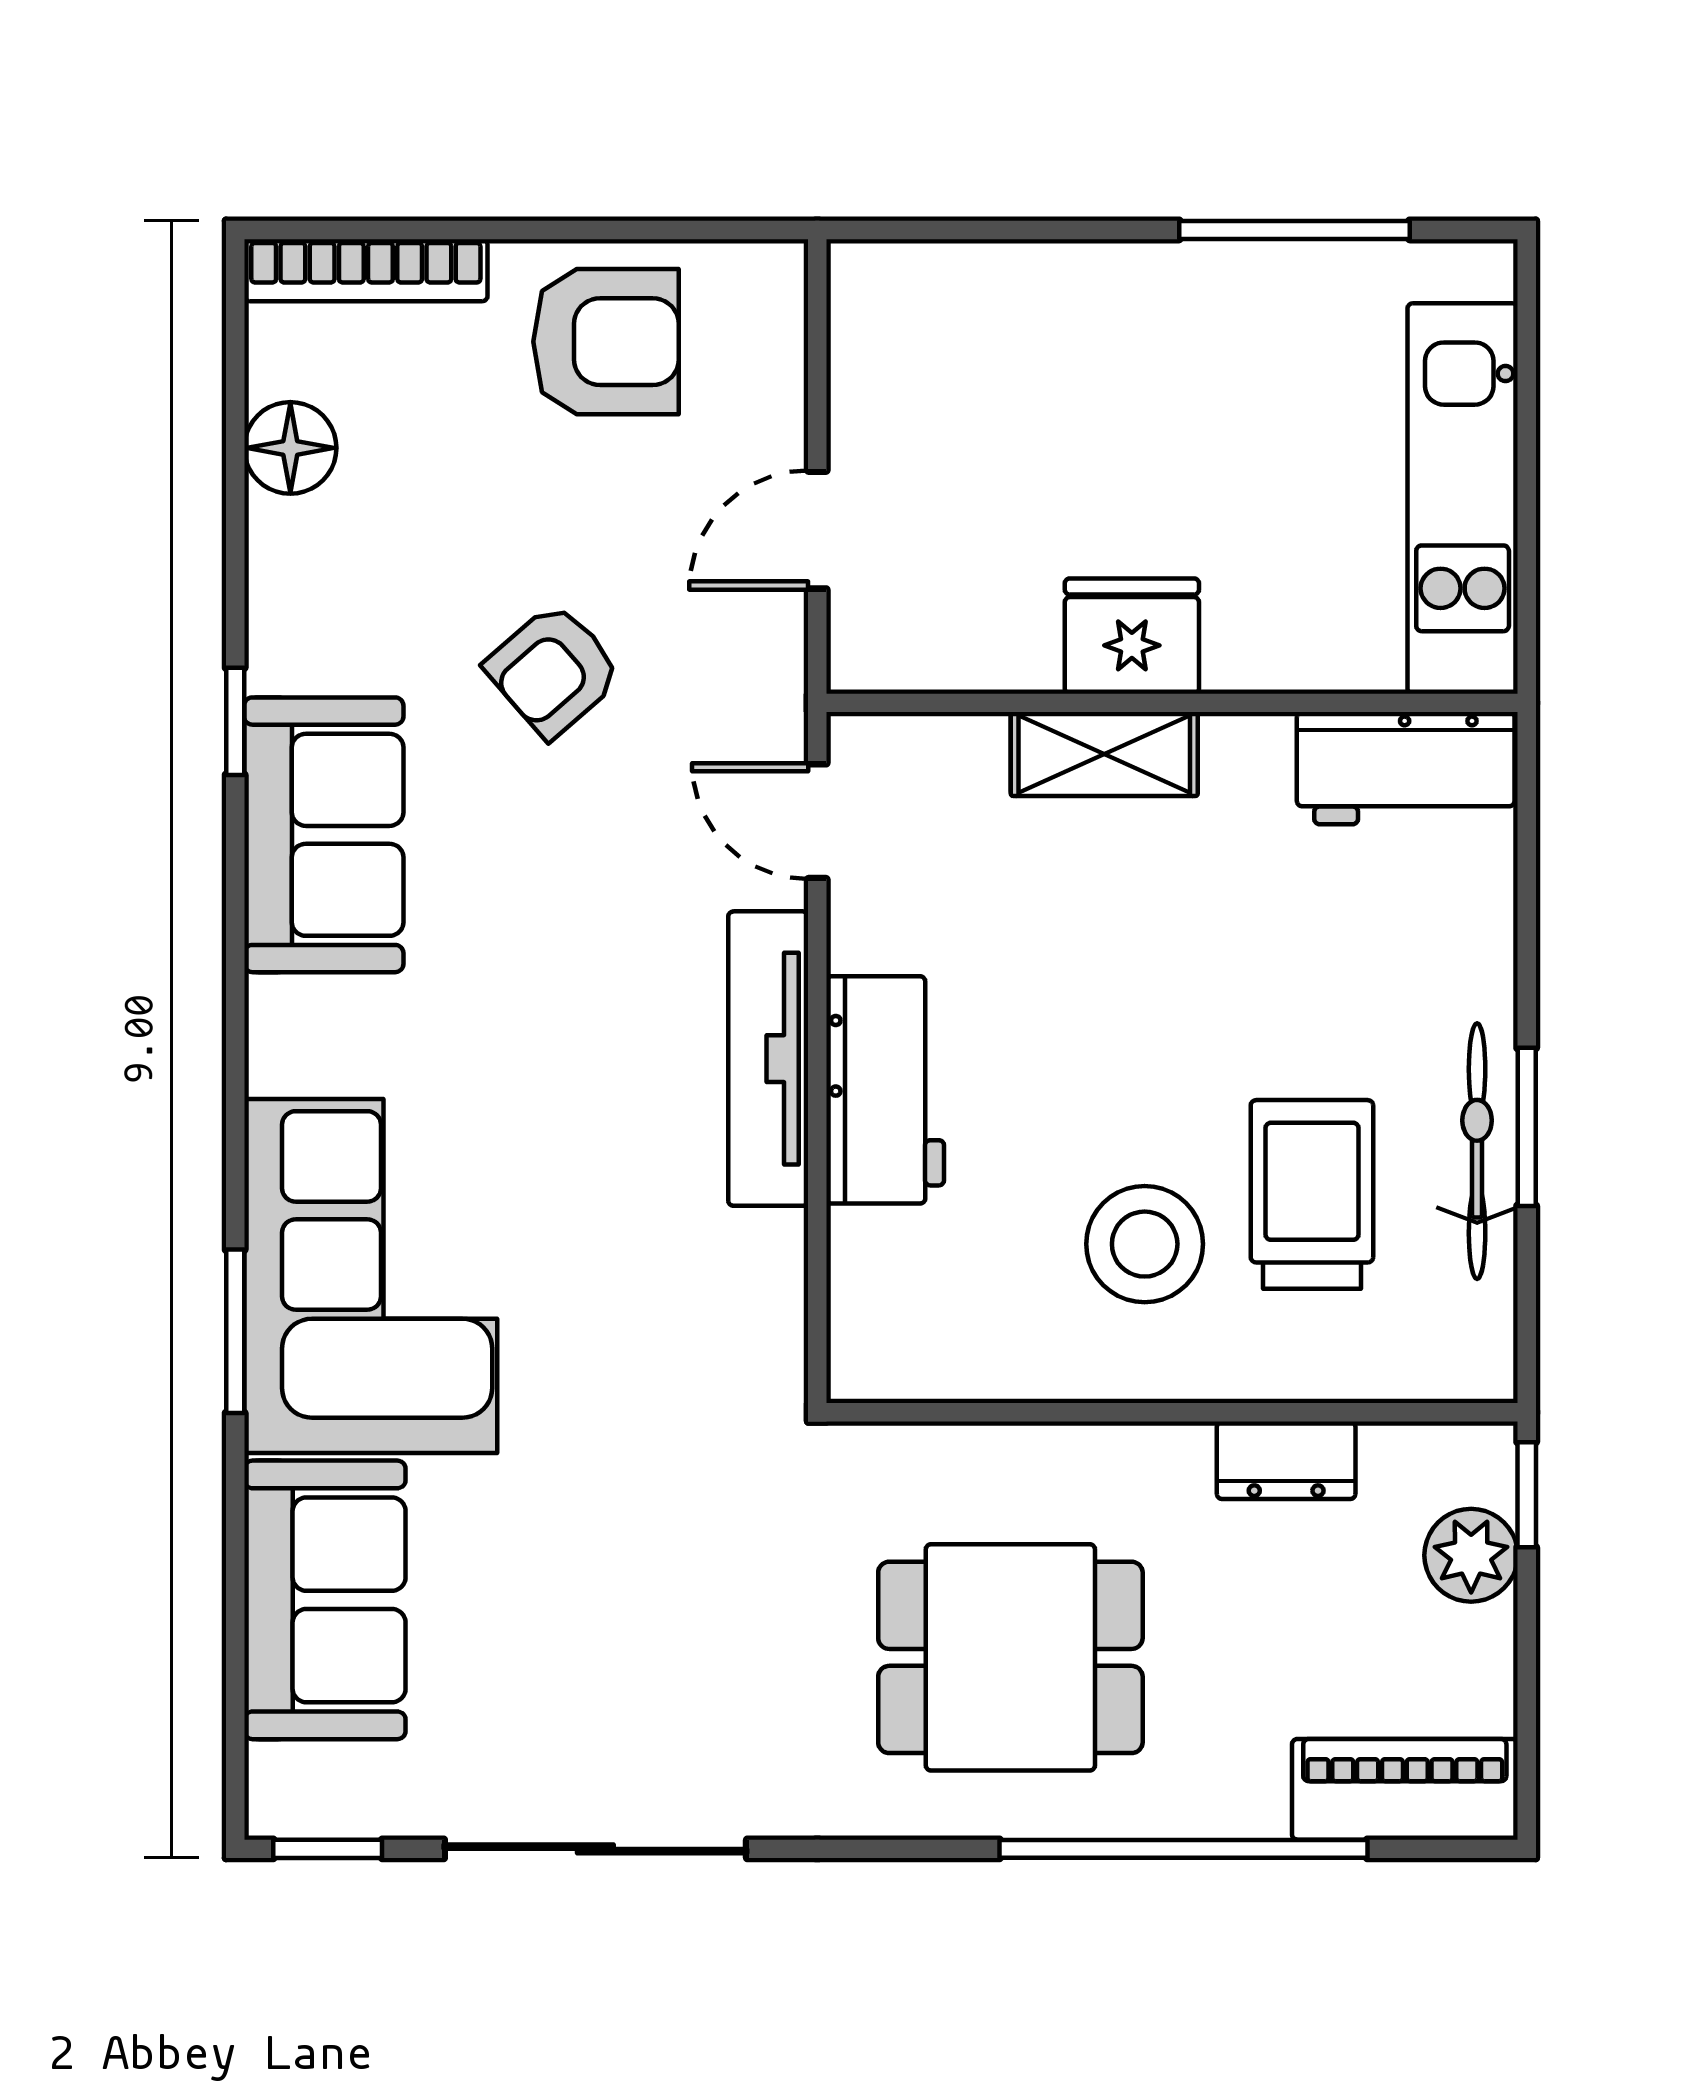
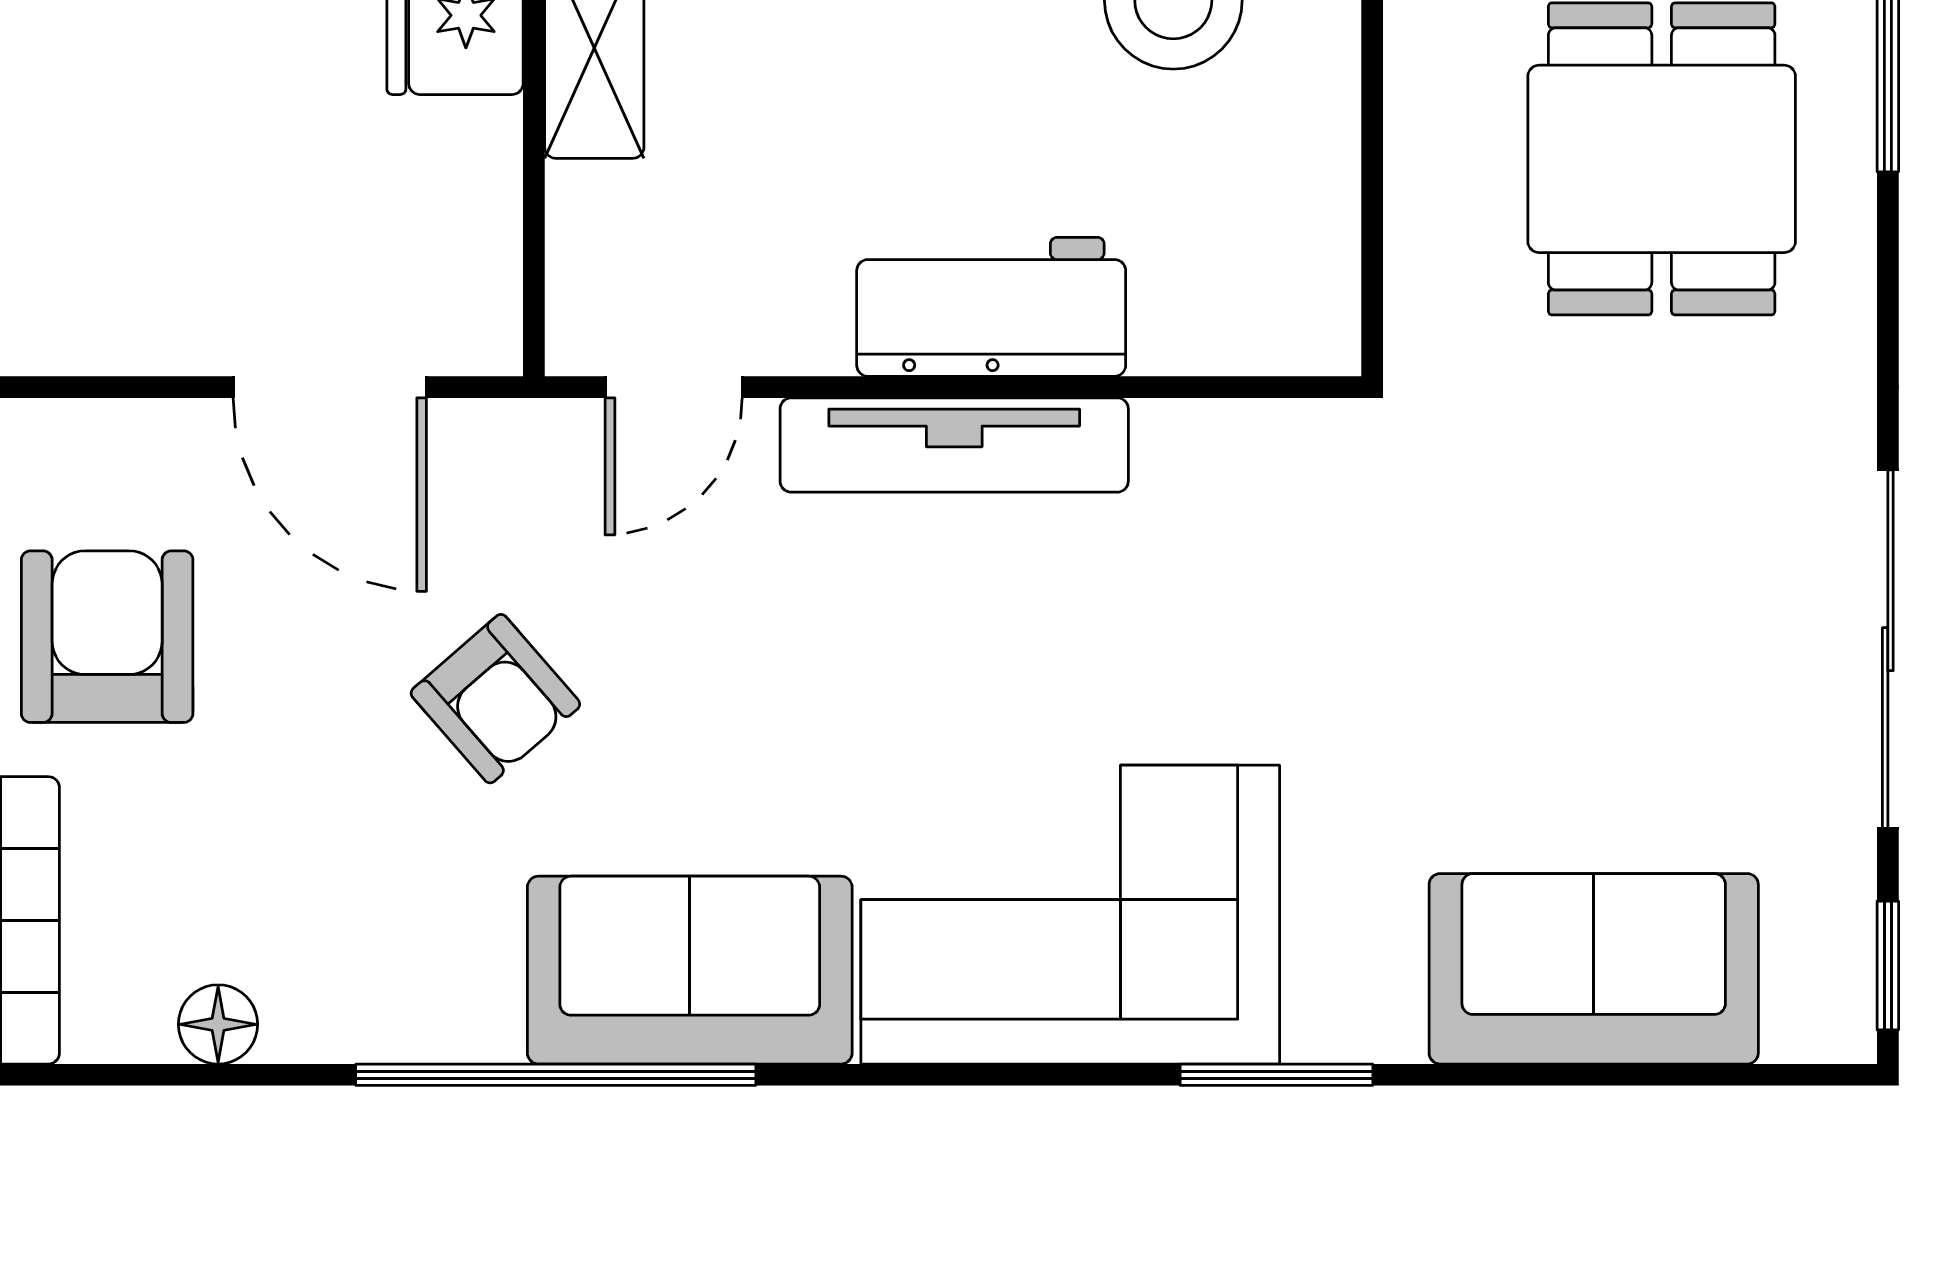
floor lamp: (290, 448) -> (218, 1024), width x0.73, depth x0.73
door: (817, 530) -> (330, 387), width x1.38
window: (235, 721) -> (556, 1075), width x3.17
corner sofa: (371, 1276) -> (1070, 915), moved

